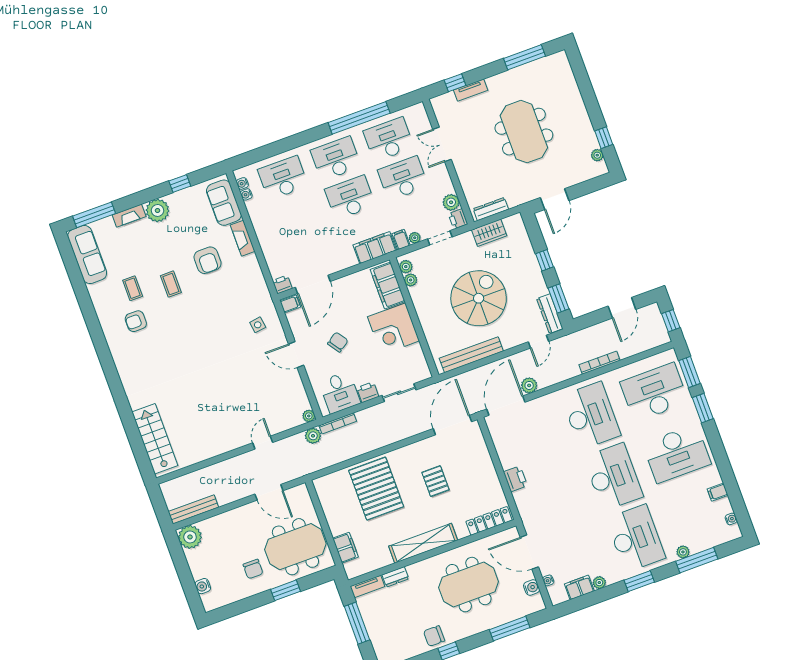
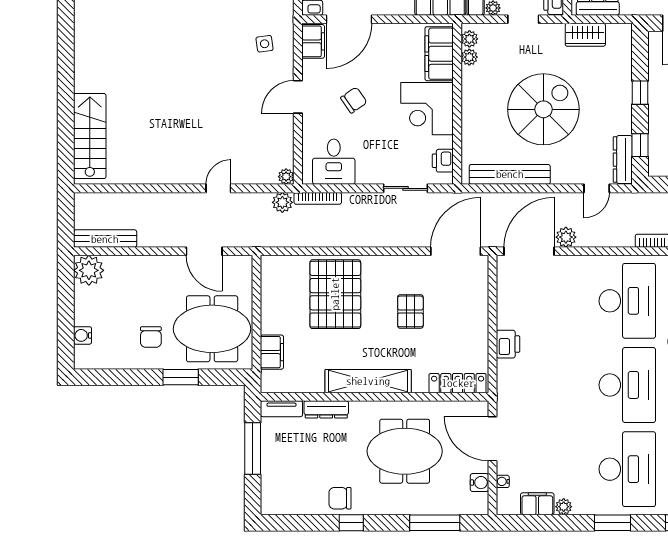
window: (559, 299) -> (640, 145), width x0.67
filing cabinet: (290, 304) -> (313, 41), width x2.00
door: (296, 355) -> (298, 97), hinge flipped
printer: (368, 392) -> (443, 161), moved, turned -90
dresser: (395, 577) -> (326, 409), width x1.44

